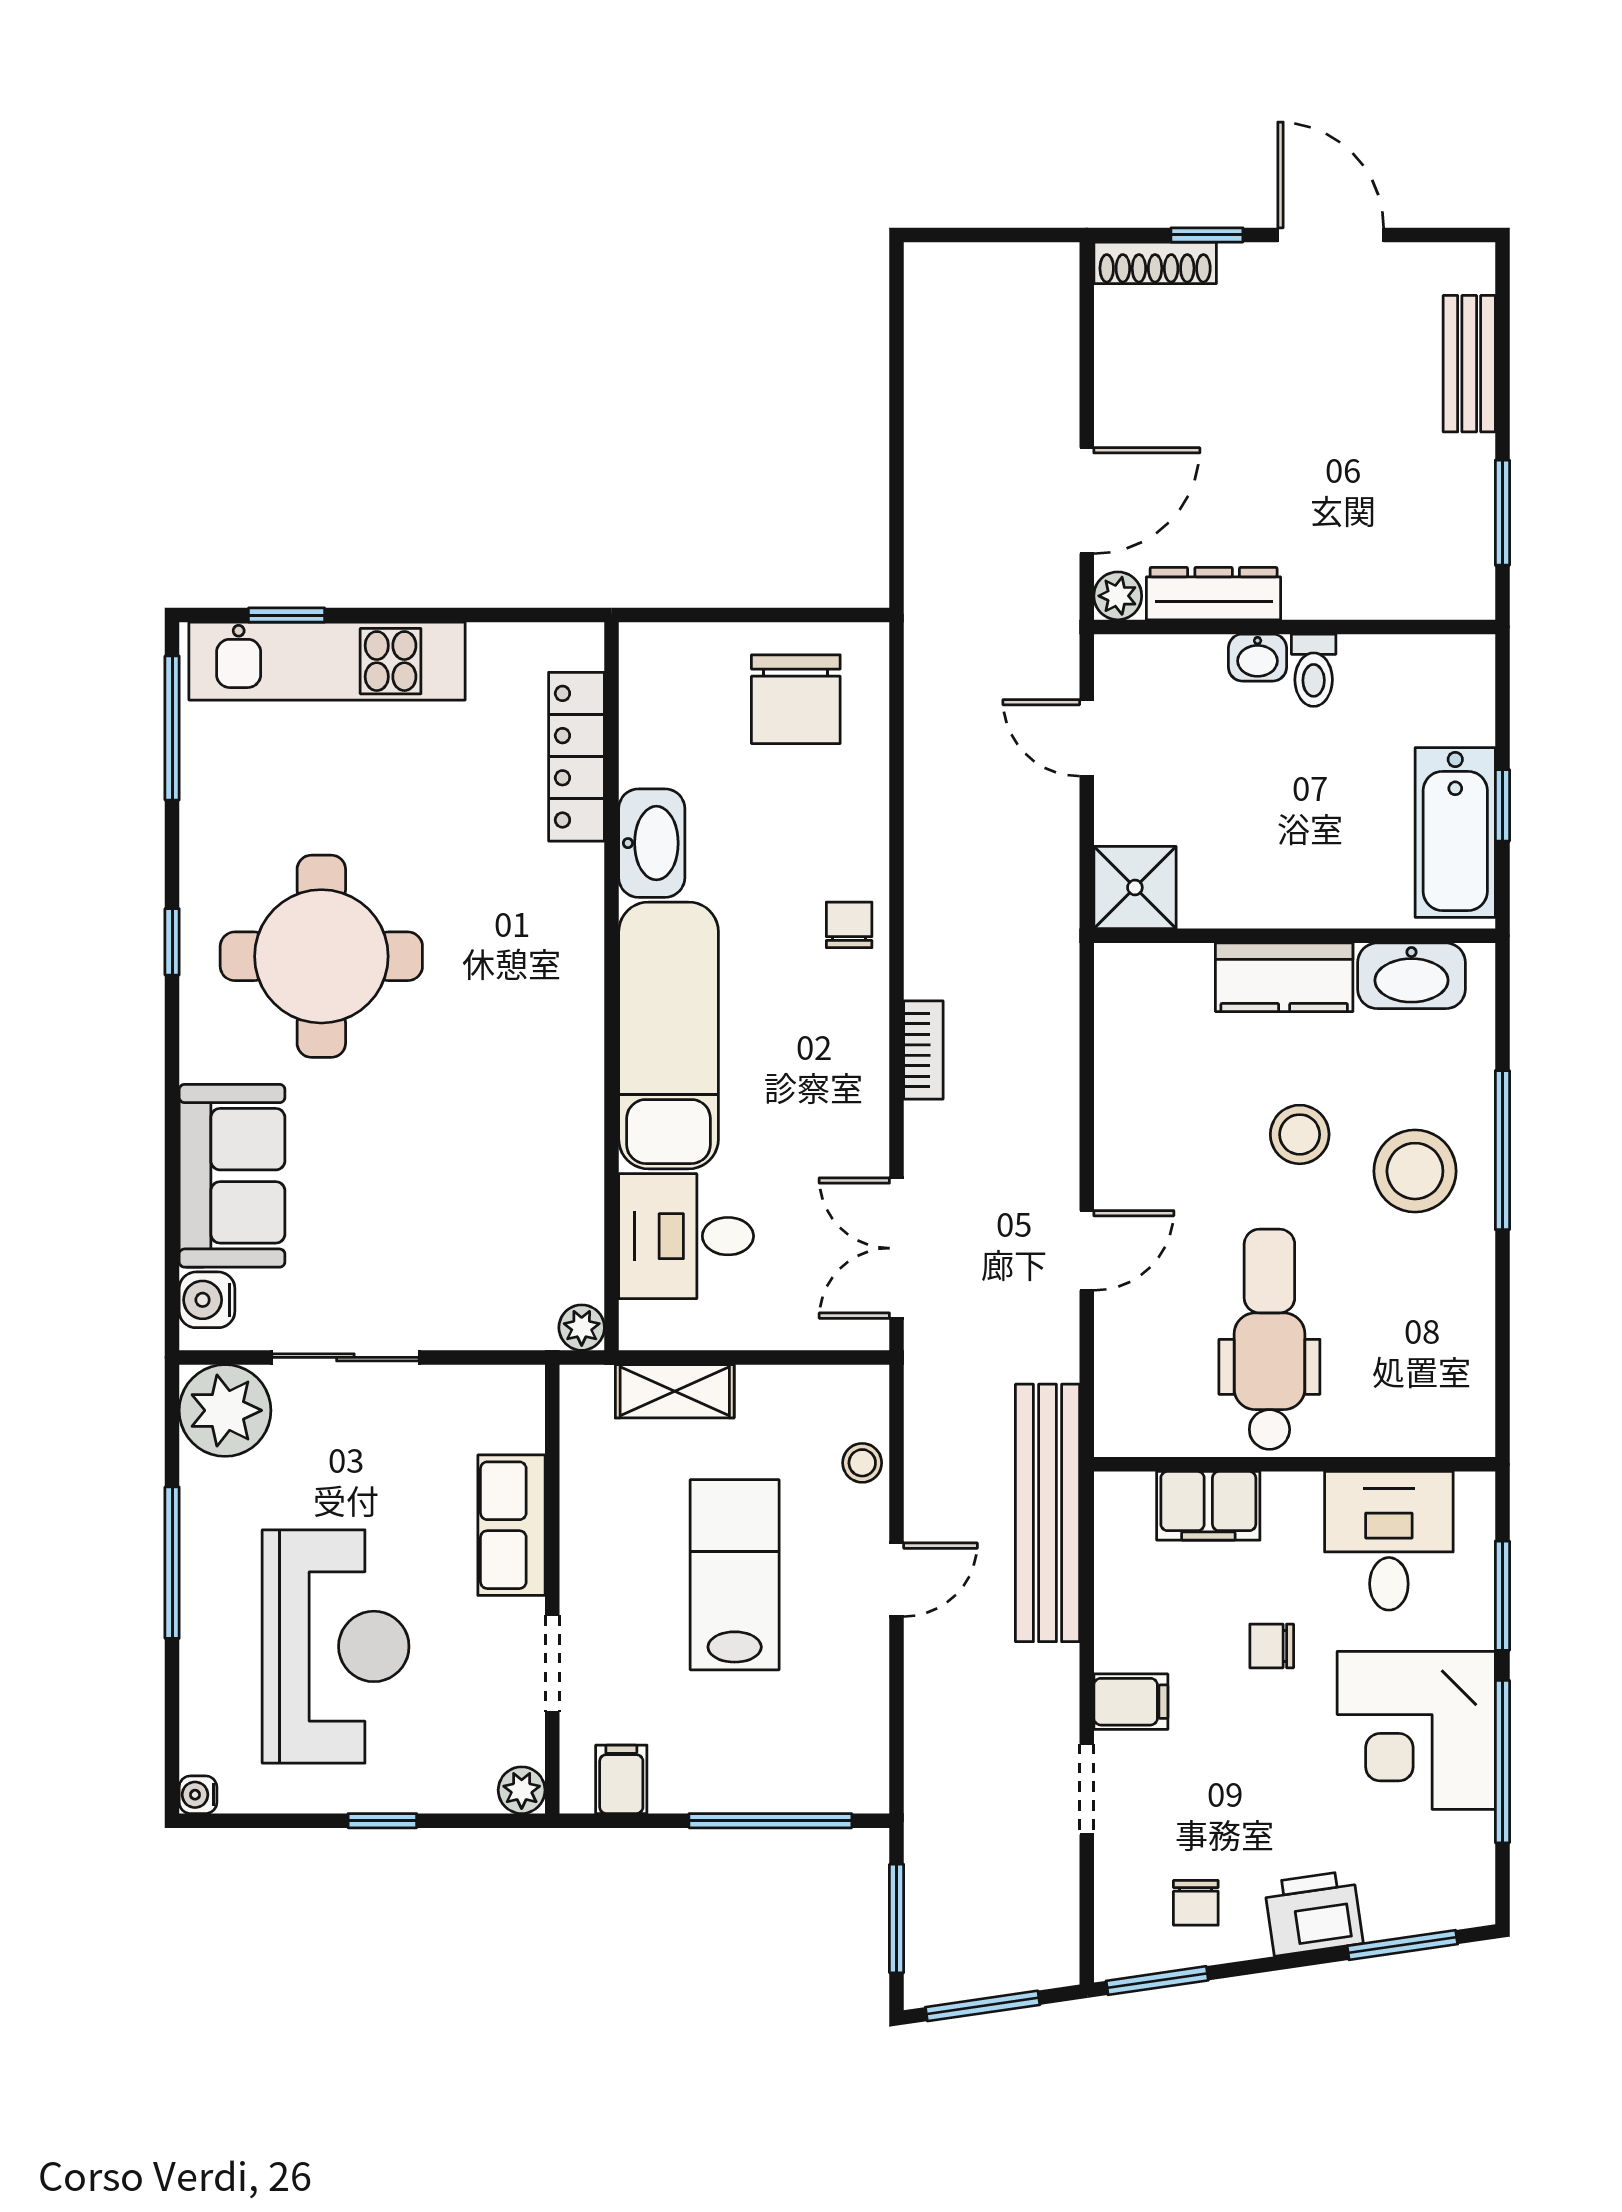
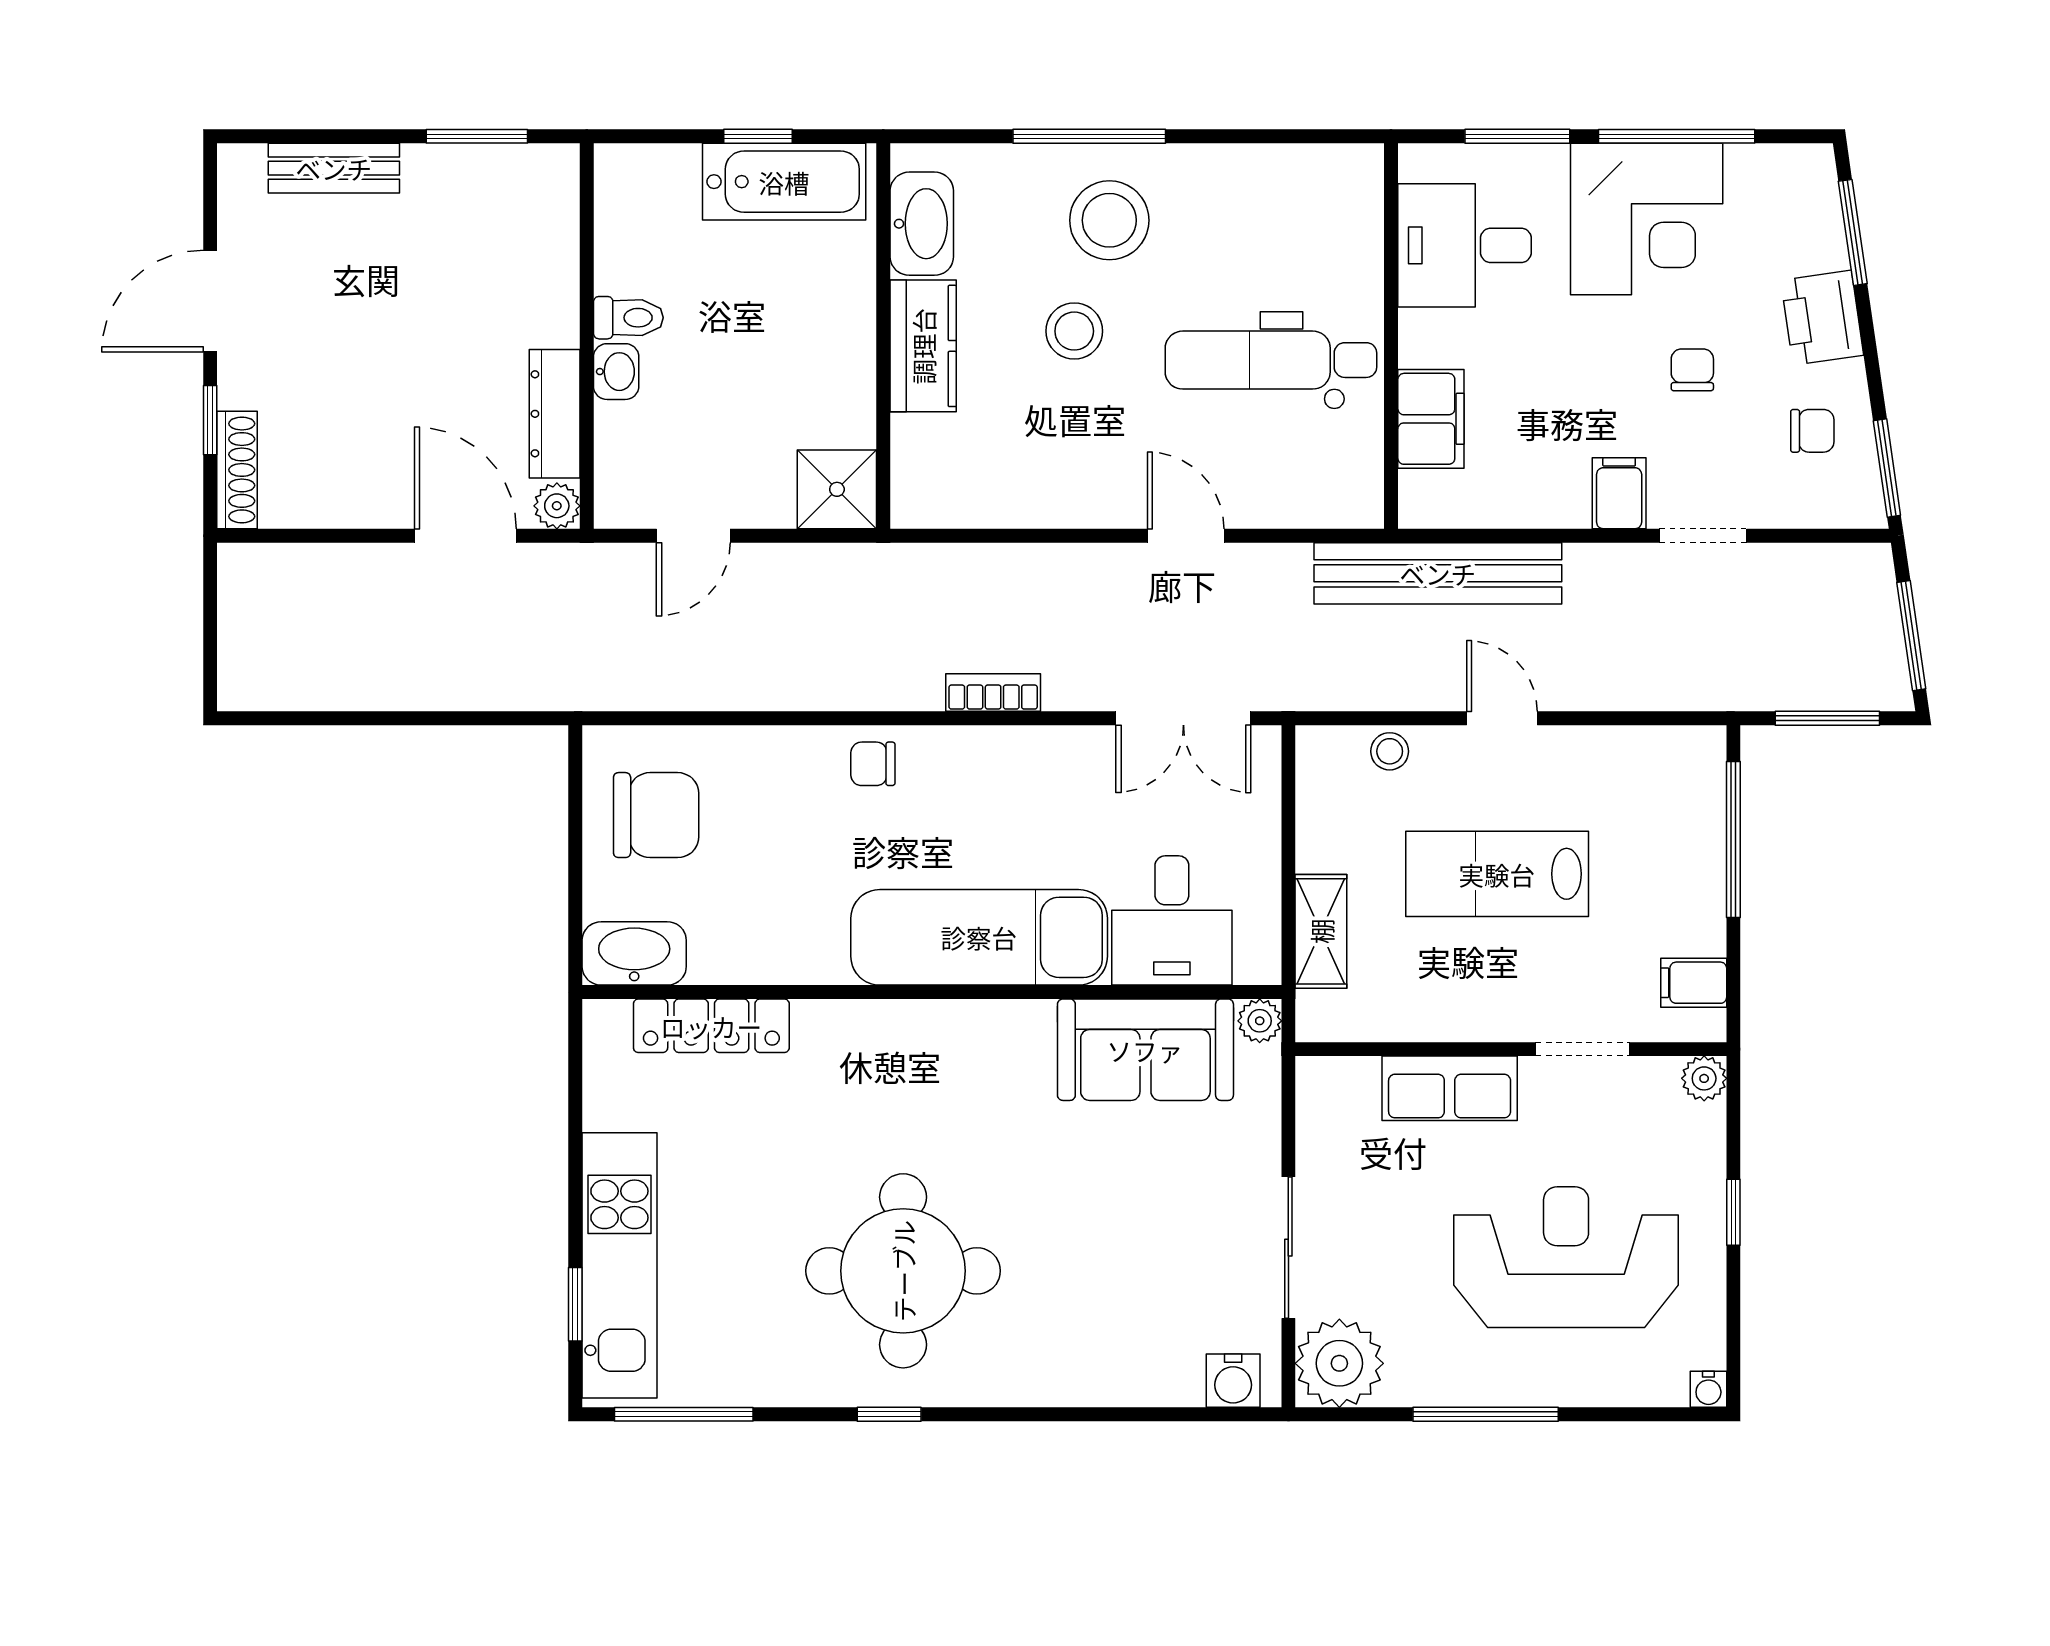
washbasin: (652, 843) -> (634, 953), moved
sofa: (232, 1176) -> (1145, 1050), moved, turned 180
chair: (1272, 1646) -> (1692, 370), moved, turned 180

